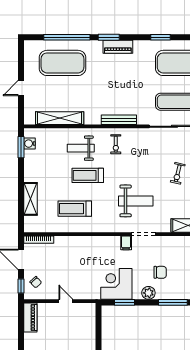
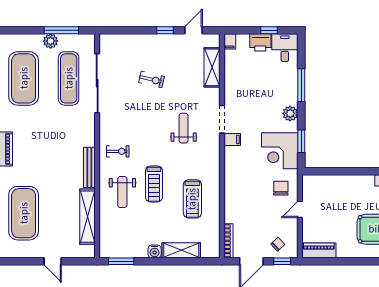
bench: (119, 120) -> (89, 167), moved
water cooler: (29, 144) -> (155, 251), moved
weight bench: (136, 201) -> (184, 128), width x0.73, depth x0.75
chair: (160, 272) -> (281, 188), moved

